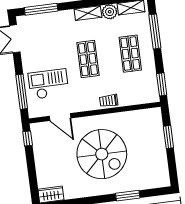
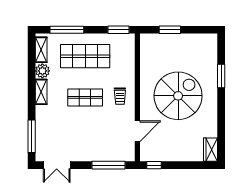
shop shelf: (130, 54) -> (85, 56), width x1.43, depth x1.36
checkout: (48, 84) -> (104, 138), removed
trolley: (109, 101) -> (120, 96), moved

